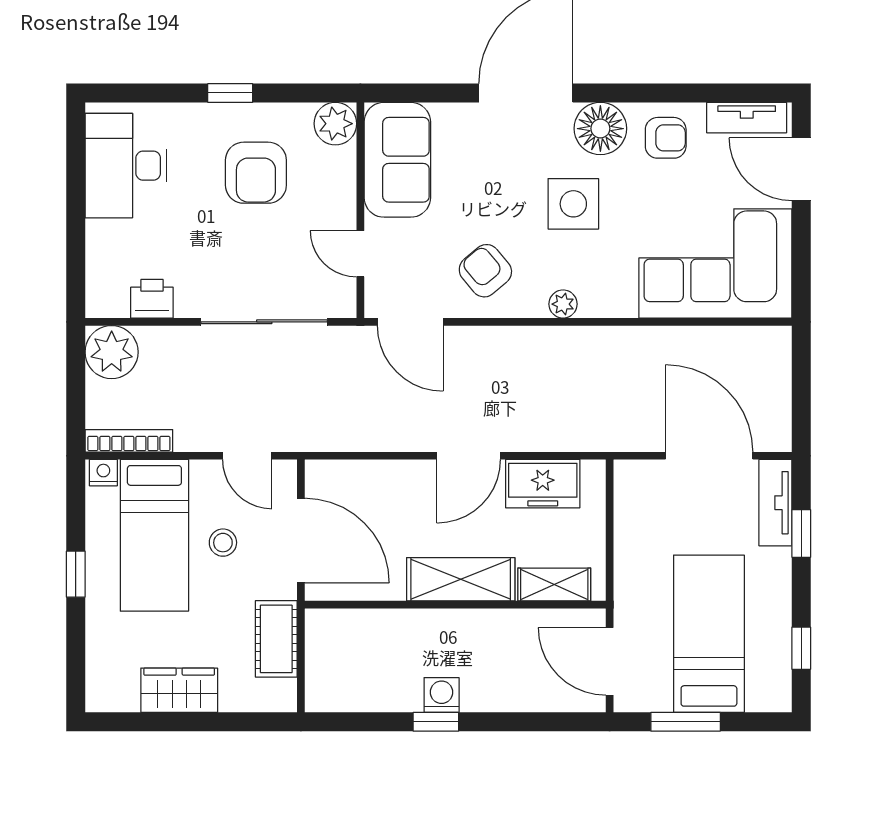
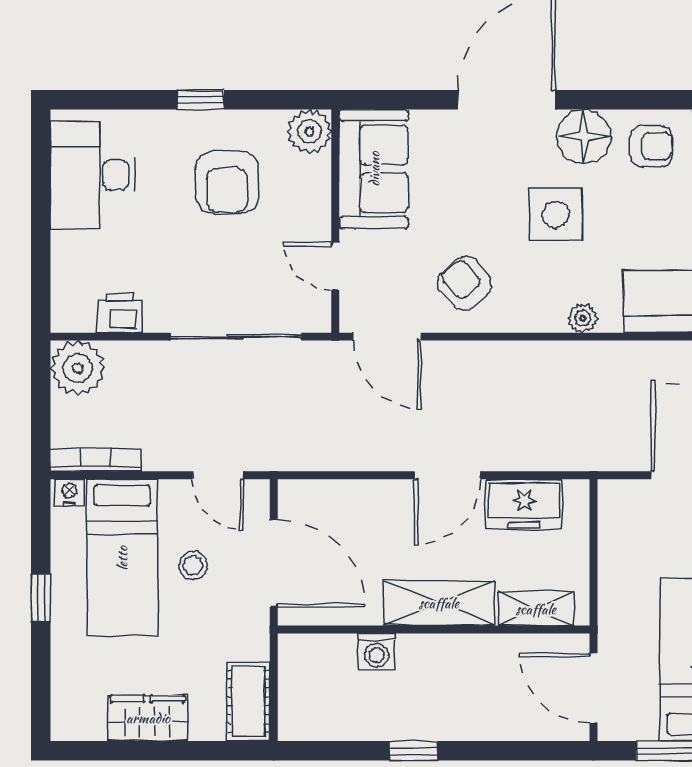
plant: (563, 304) -> (583, 318), moved
cot: (276, 639) -> (248, 701), moved
washing machine: (442, 695) -> (377, 651), moved, turned 180

